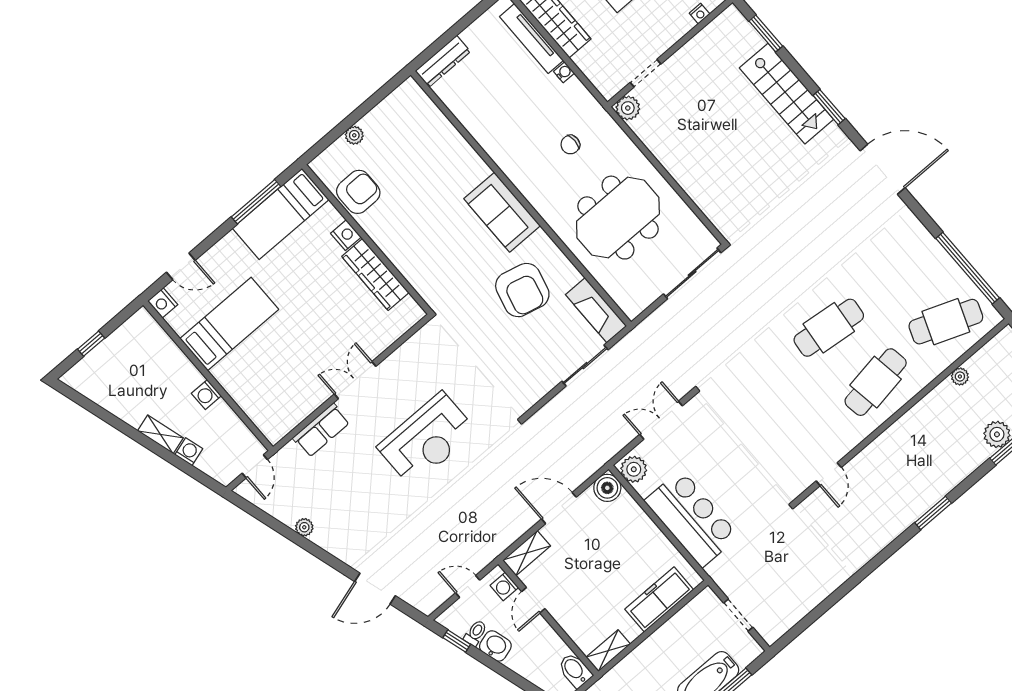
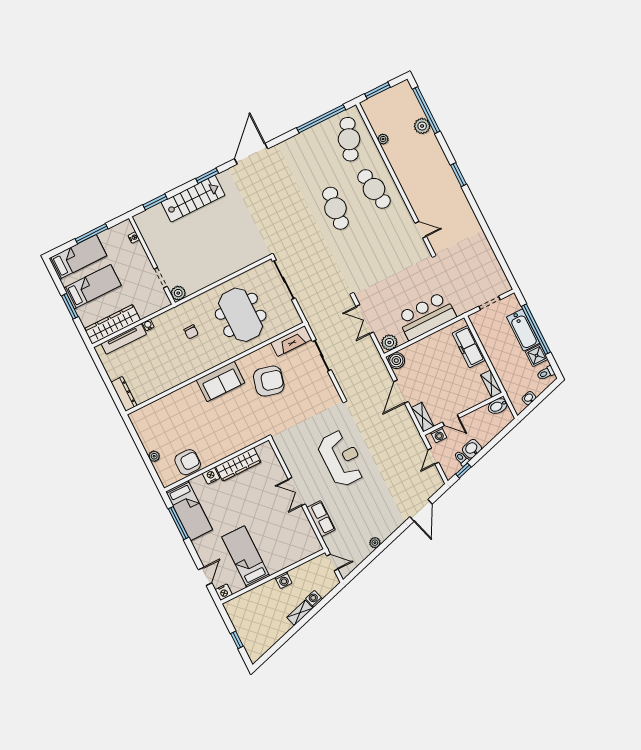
armchair: (358, 192) -> (188, 462), turned 90

